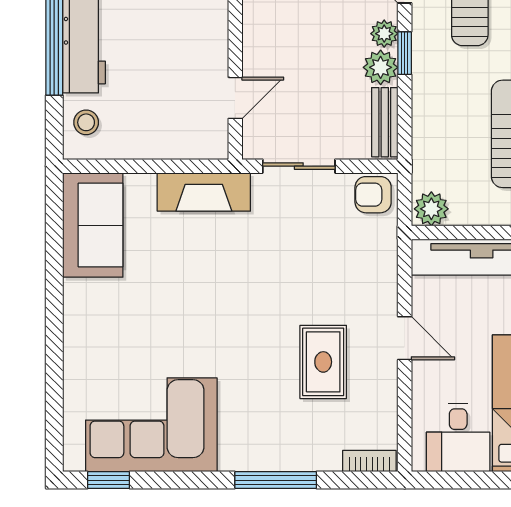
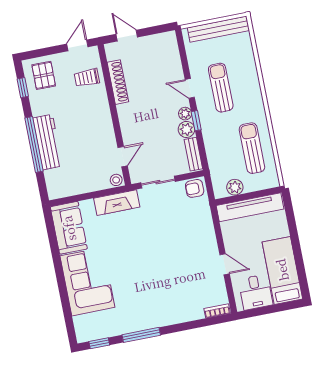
stool: (86, 122) -> (116, 180), moved
plant: (431, 209) -> (235, 187), moved
door: (405, 338) -> (225, 264), moved
rug: (323, 362) -> (187, 270), removed
corner sofa: (151, 425) -> (87, 282), moved, turned 90
window: (276, 480) -> (141, 335), moved

